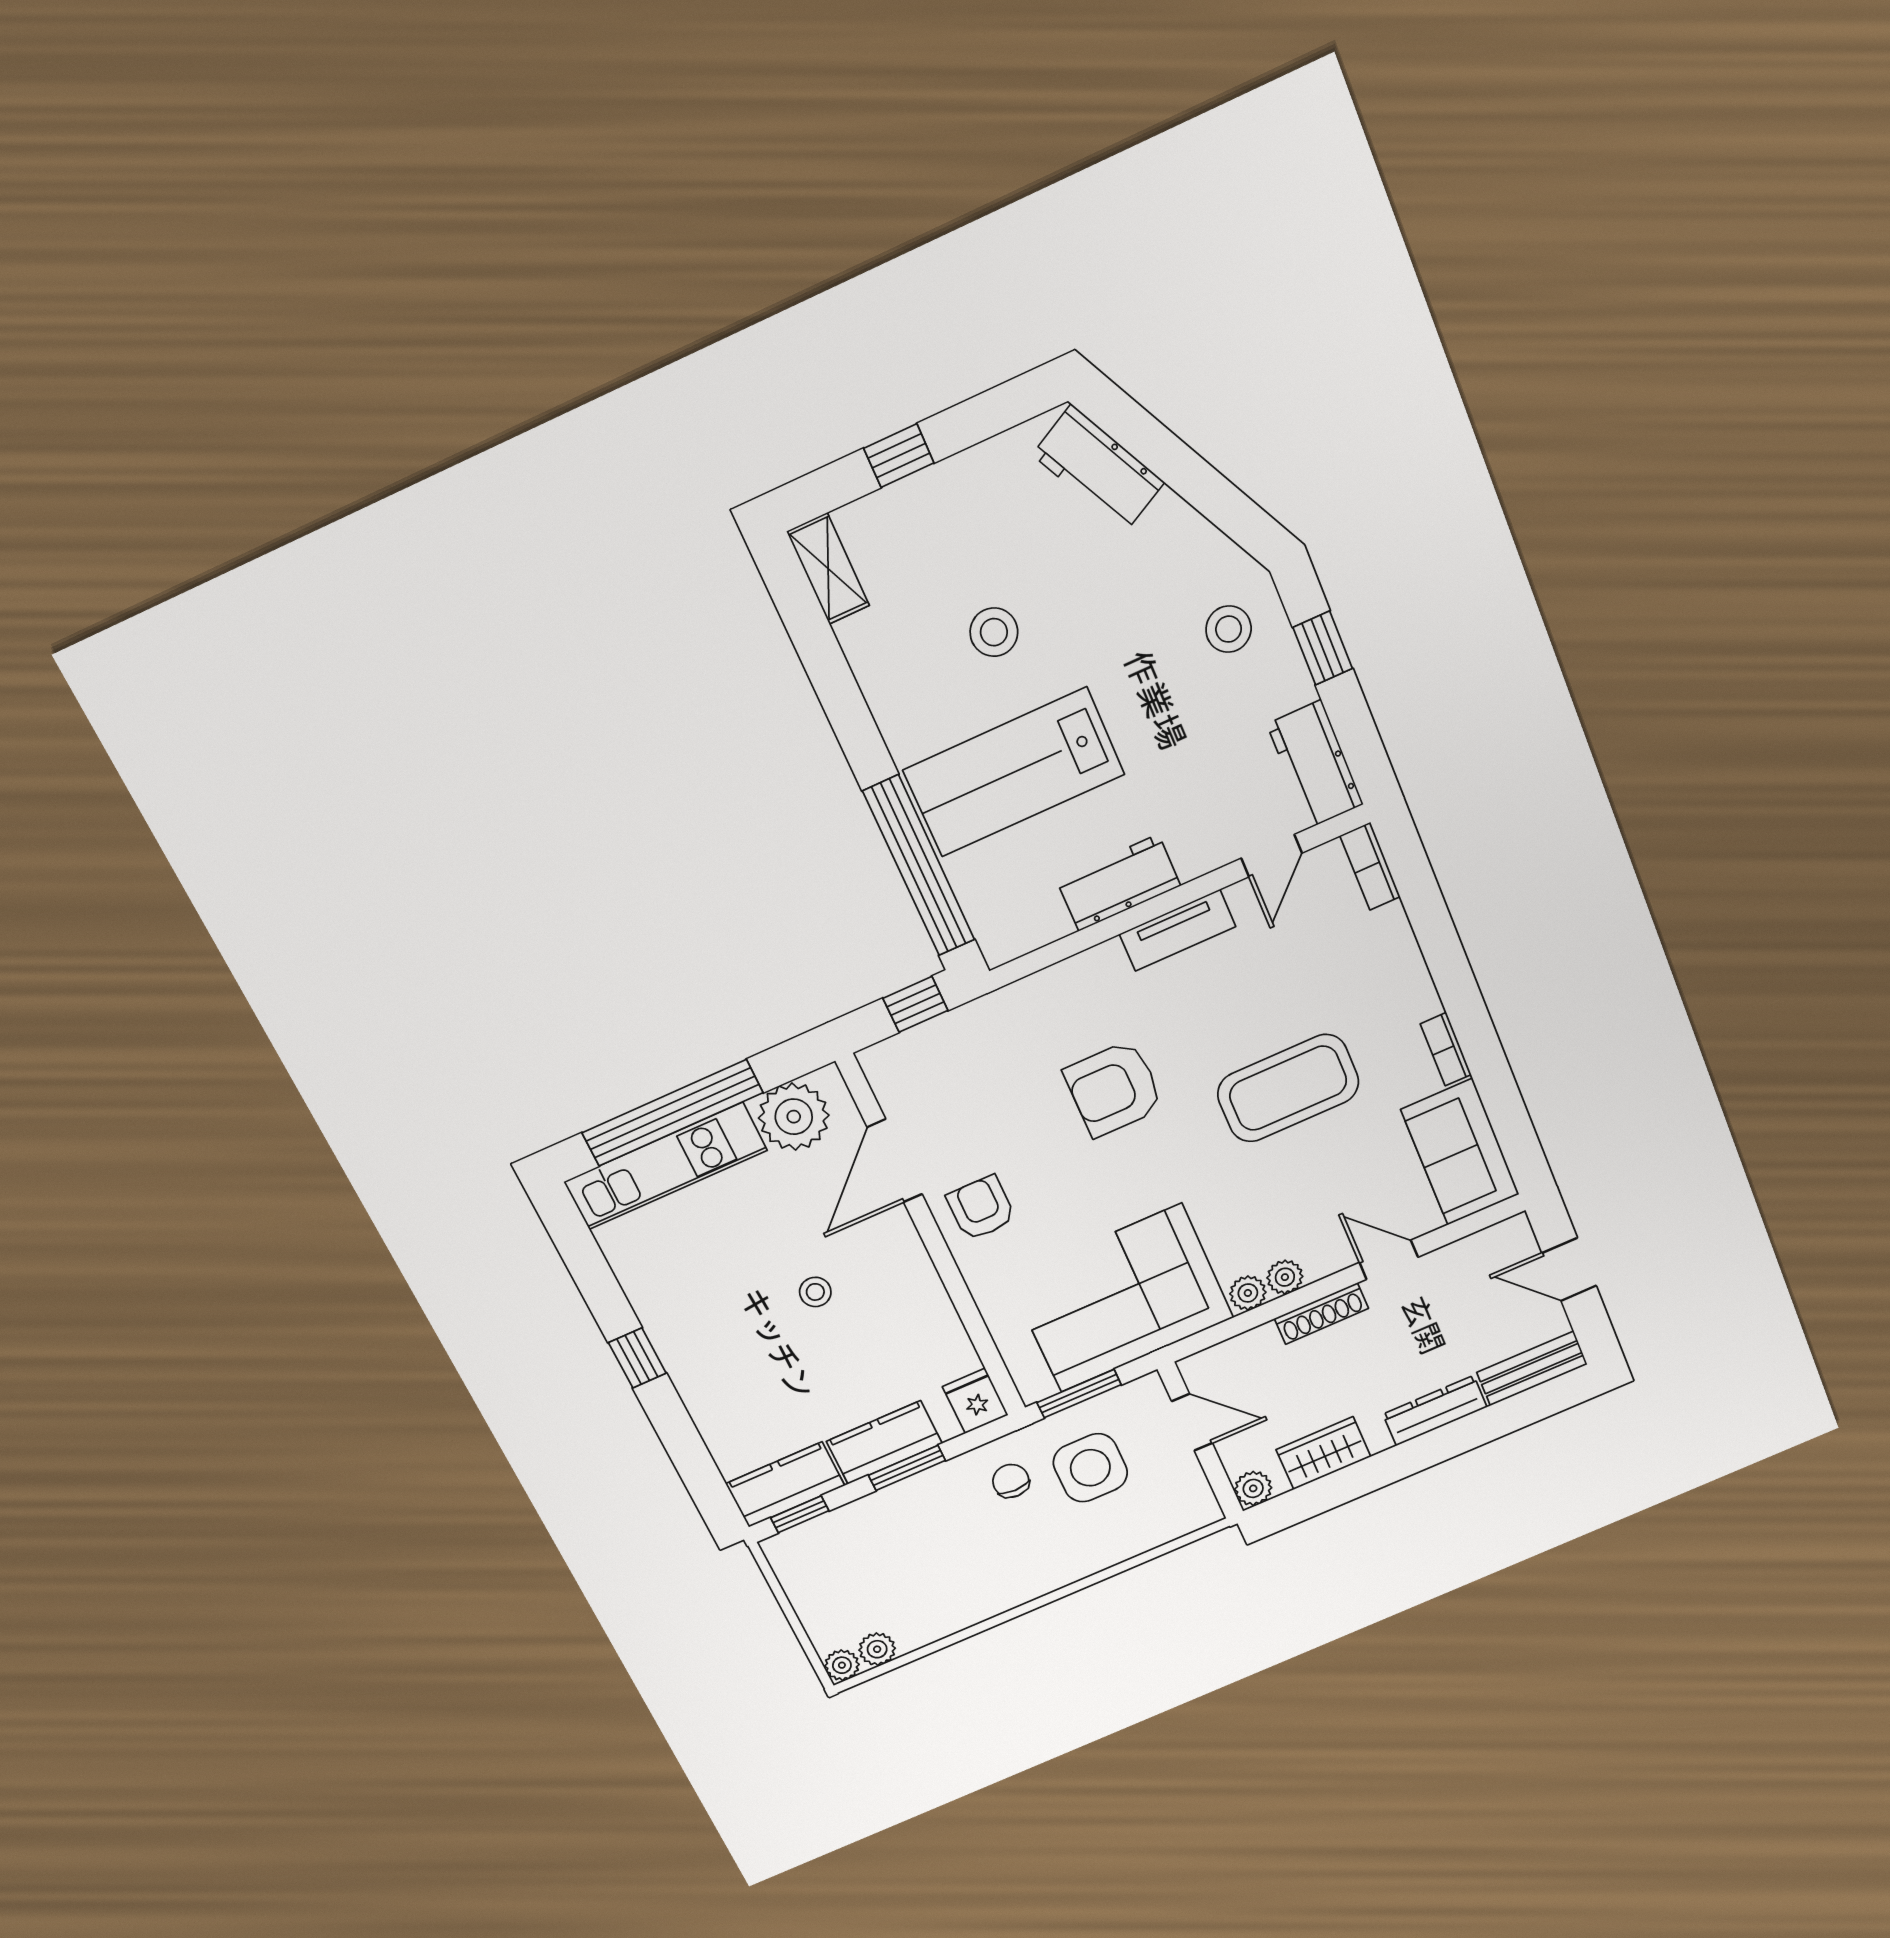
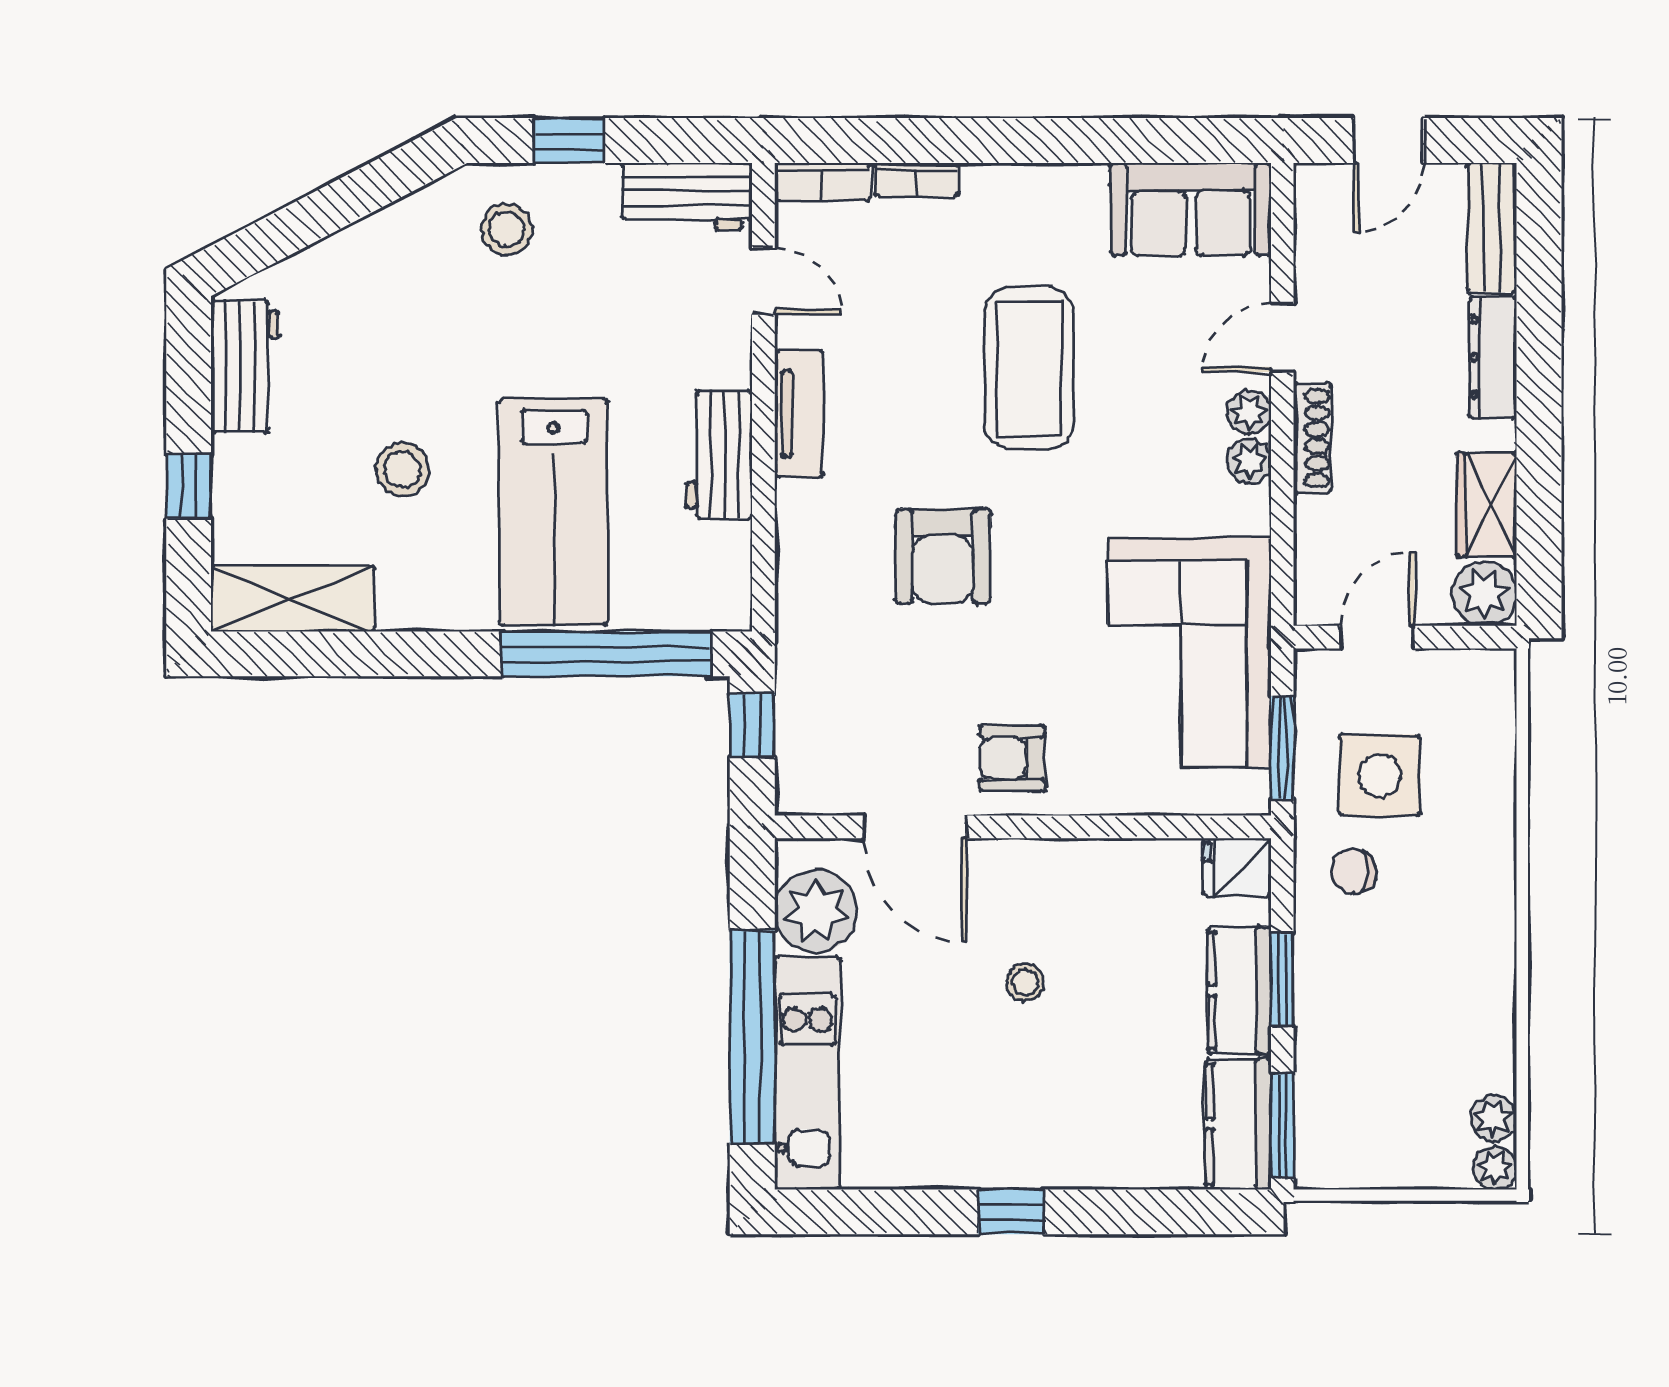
workbench: (1099, 469) -> (245, 366), moved, turned -63
shelving: (828, 569) -> (293, 599), width x1.50, depth x1.33
bookcase: (1446, 1049) -> (916, 180), moved
plant: (1248, 1293) -> (1249, 412), moved
plant: (1253, 1488) -> (1484, 594), width x1.38, depth x1.38
window: (800, 1514) -> (1282, 1125), width x1.50

